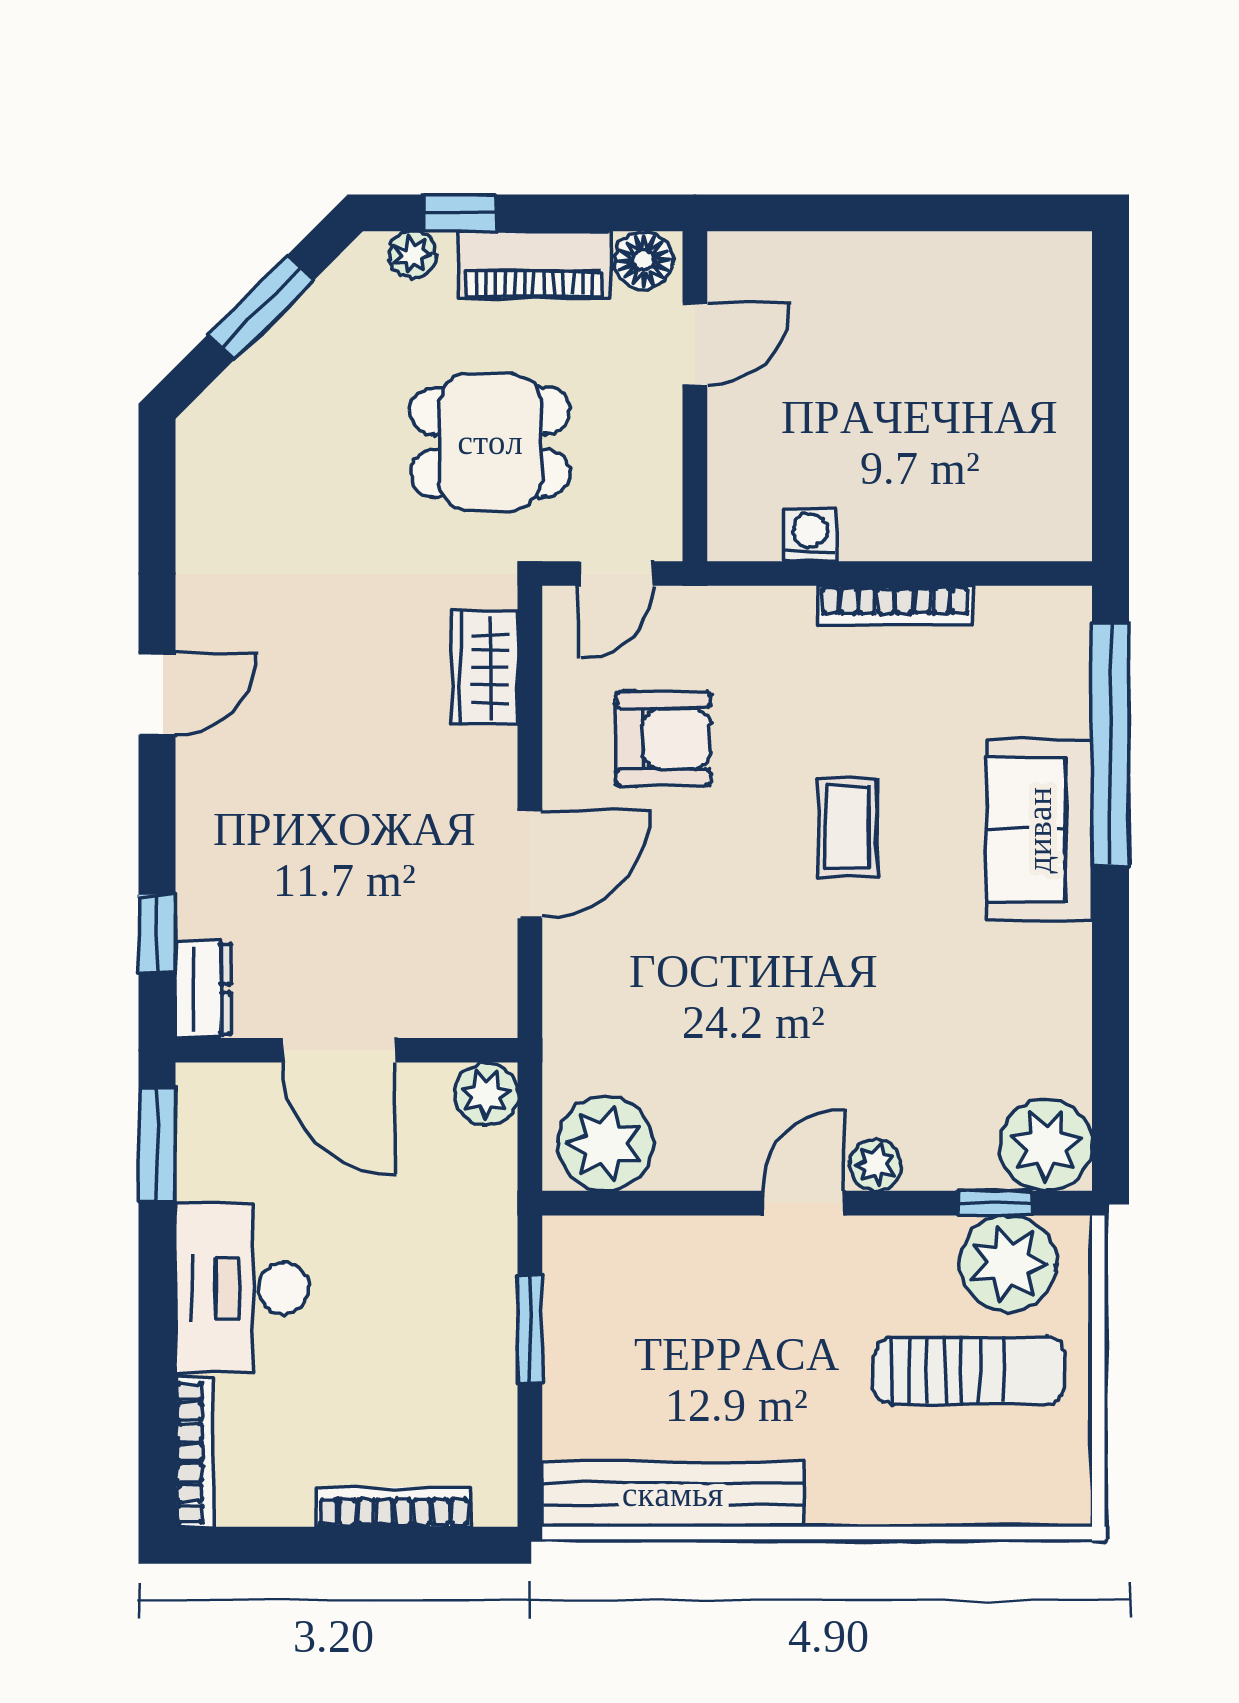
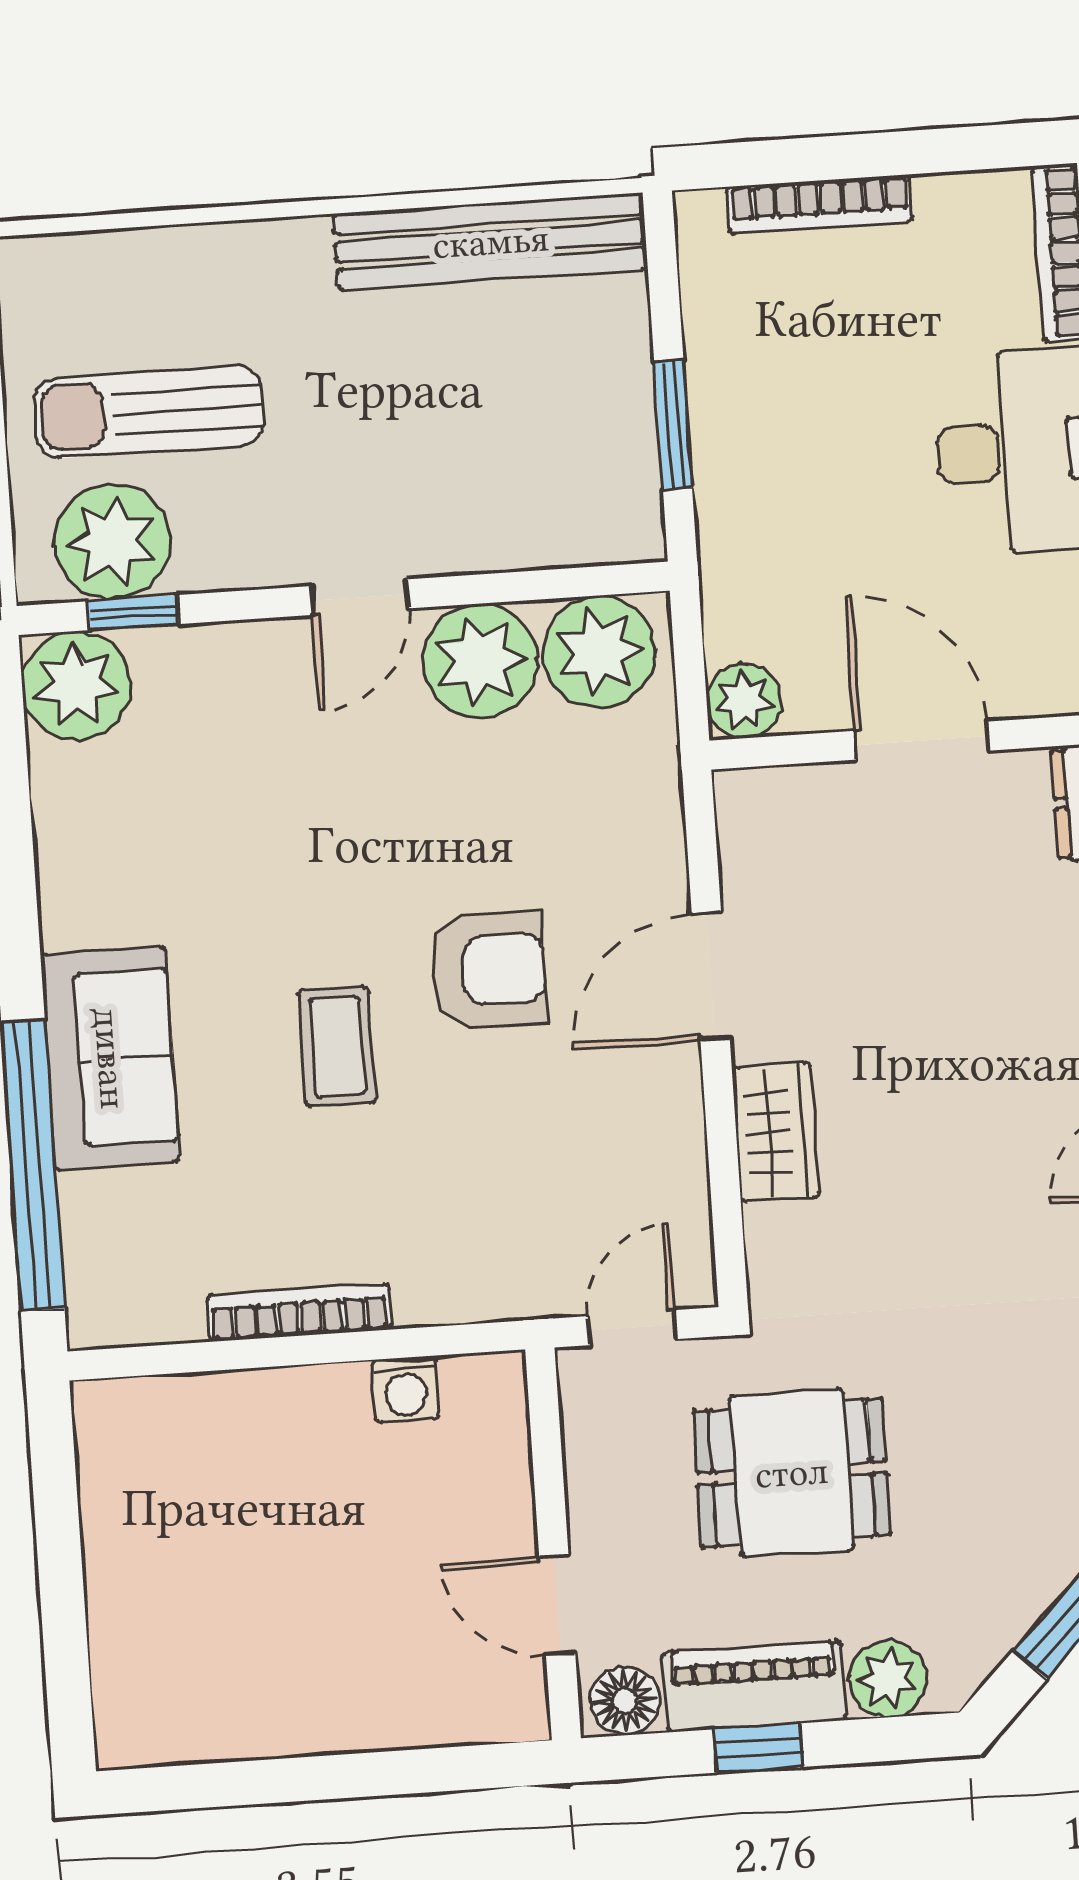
window: (460, 213) -> (758, 1748), moved
plant: (412, 255) -> (888, 1679), width x1.38, depth x1.38
door: (695, 344) -> (557, 1606), hinge flipped
wardrobe: (485, 668) -> (775, 1132), moved
armchair: (663, 739) -> (489, 970), moved, turned 180
plant: (875, 1165) -> (480, 661), moved, width x1.88, depth x1.88

